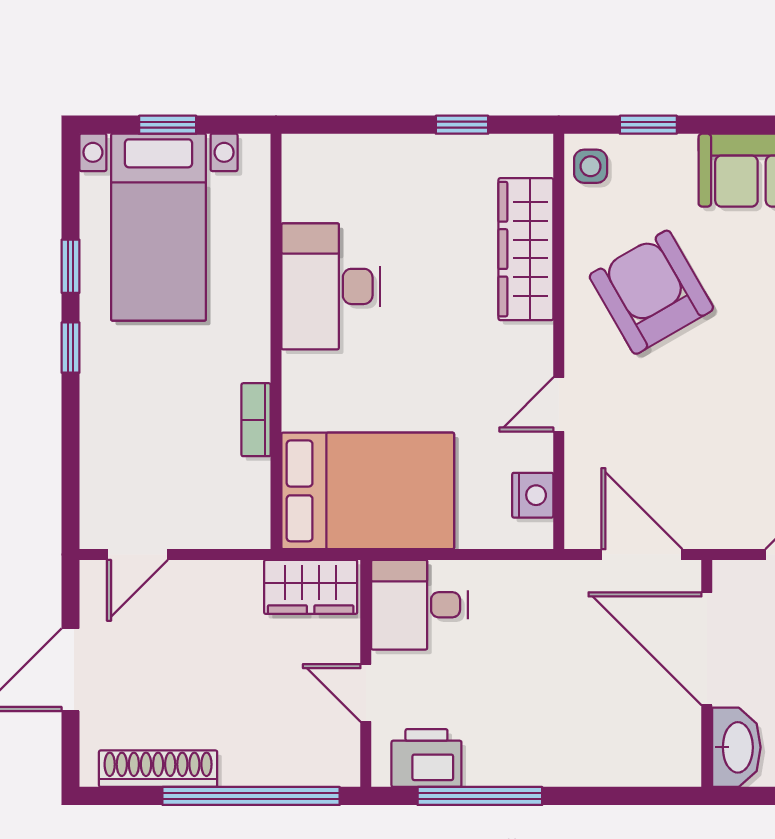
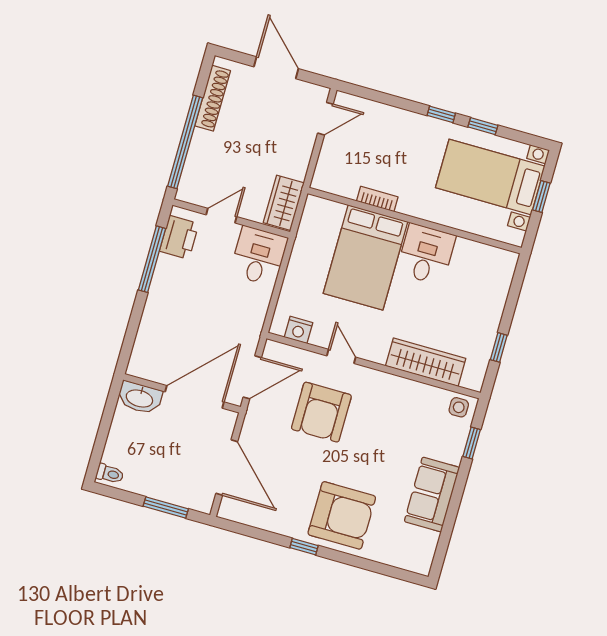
desk: (331, 286) -> (426, 254), width x0.73
armchair: (651, 292) -> (321, 412), moved, turned 120
bed: (368, 491) -> (365, 258), moved
door: (137, 555) -> (325, 119), swing flipped

